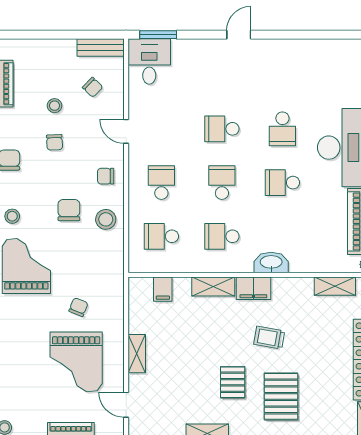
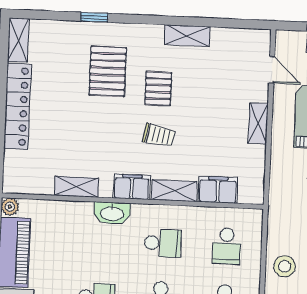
school desk: (161, 236) -> (227, 246), turned 90
shelving: (335, 286) -> (77, 187), moved
filing cabinet: (163, 289) -> (218, 190), width x2.00
trolley: (269, 338) -> (159, 135), moved

